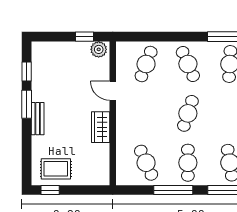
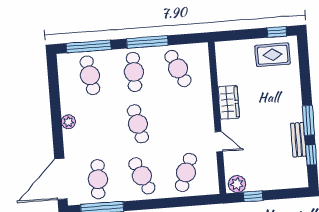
cafe table: (188, 113) -> (138, 124), turned -30
bench: (38, 119) -> (298, 140), moved

